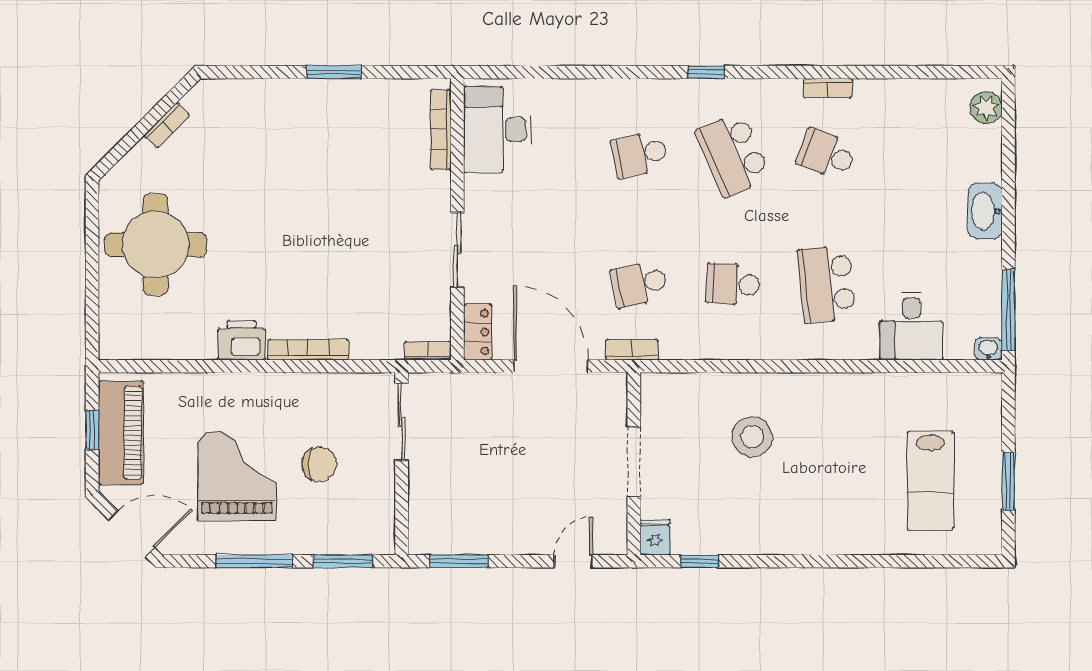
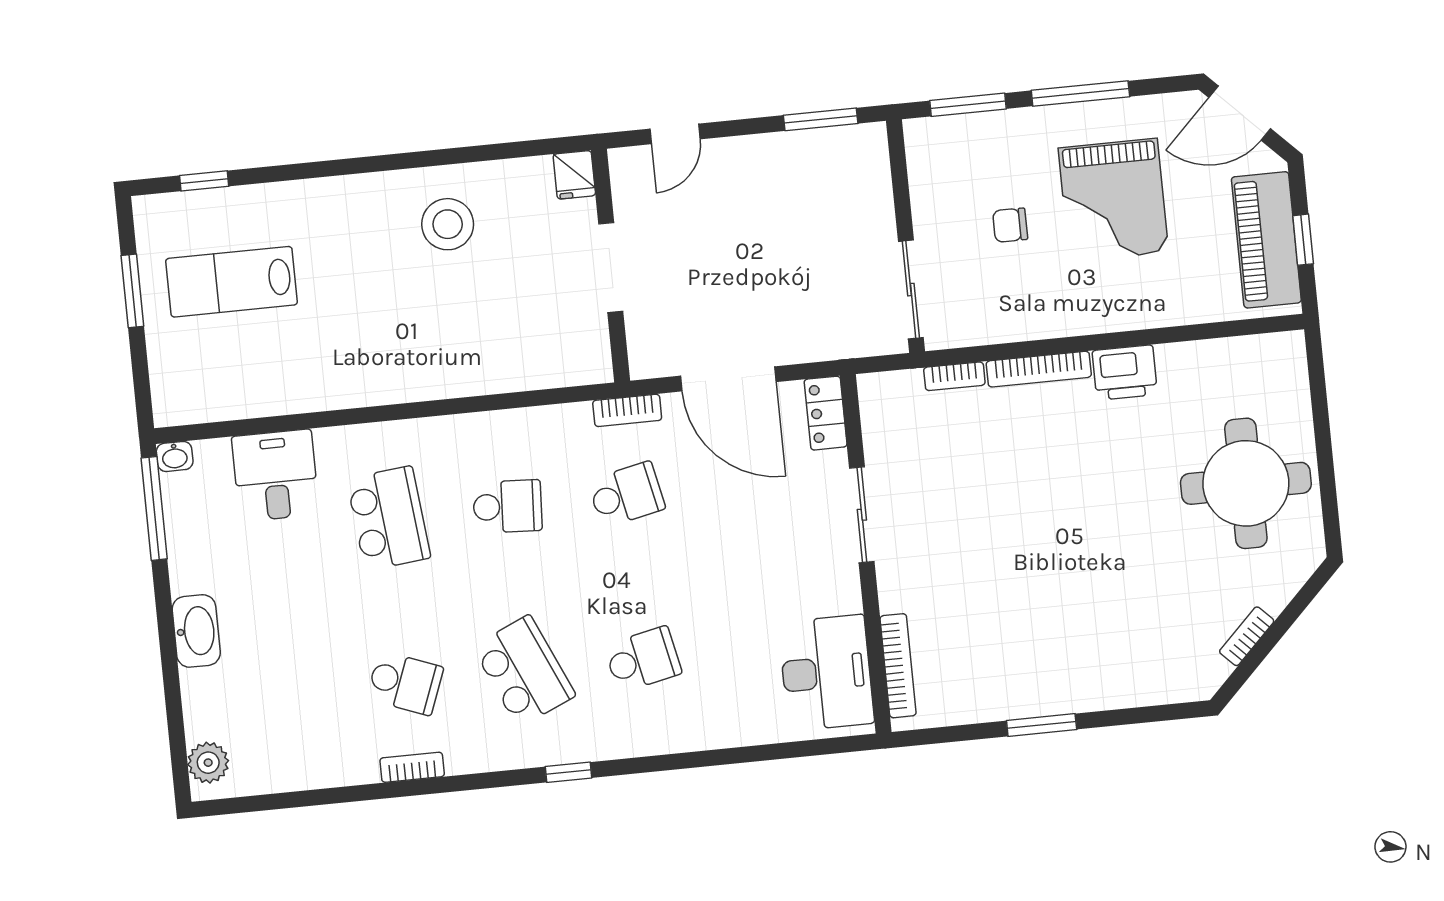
bookcase: (428, 351) -> (954, 376), moved
stool: (752, 437) -> (448, 224), moved
chair: (319, 464) -> (1010, 225), width x0.73, depth x0.73
lab bench: (931, 481) -> (231, 282), turned -90
window: (700, 561) -> (204, 181), moved

